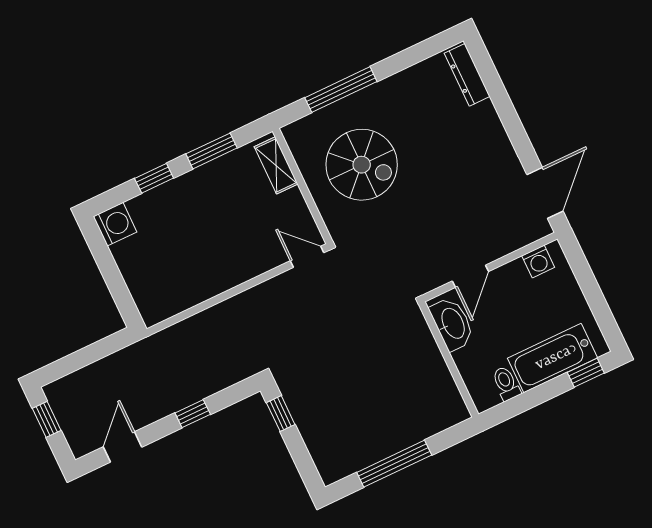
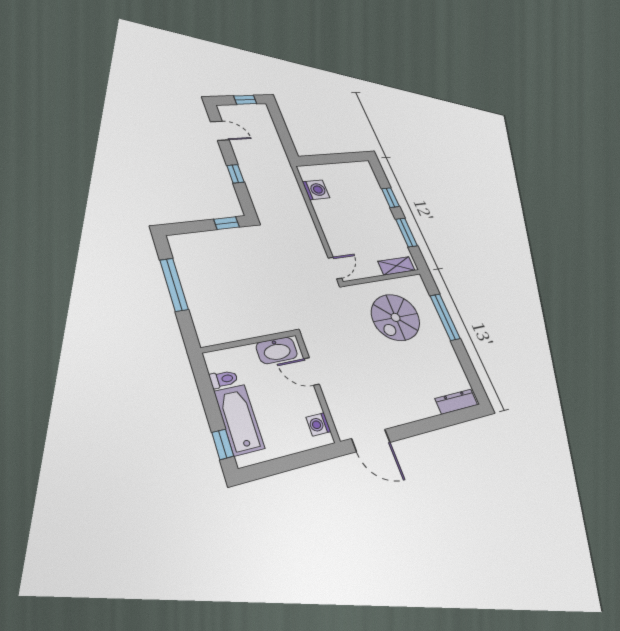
washing machine: (115, 224) -> (316, 190), moved, turned -90

